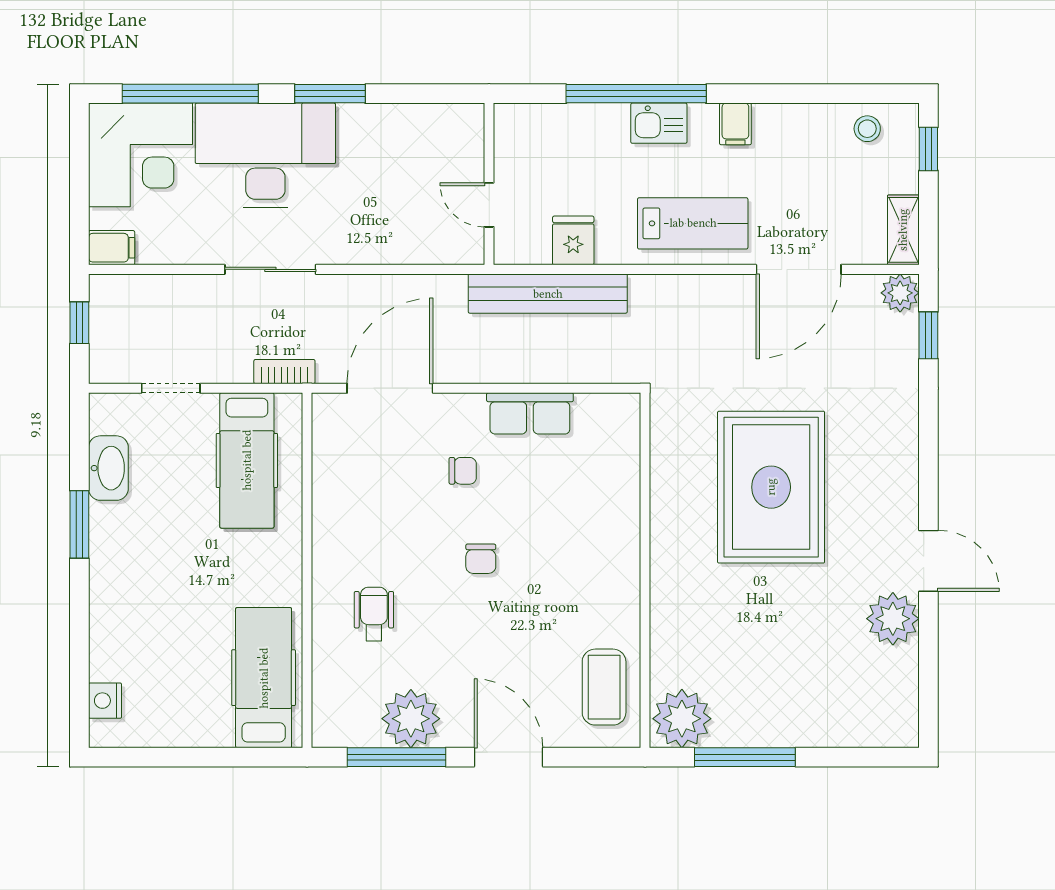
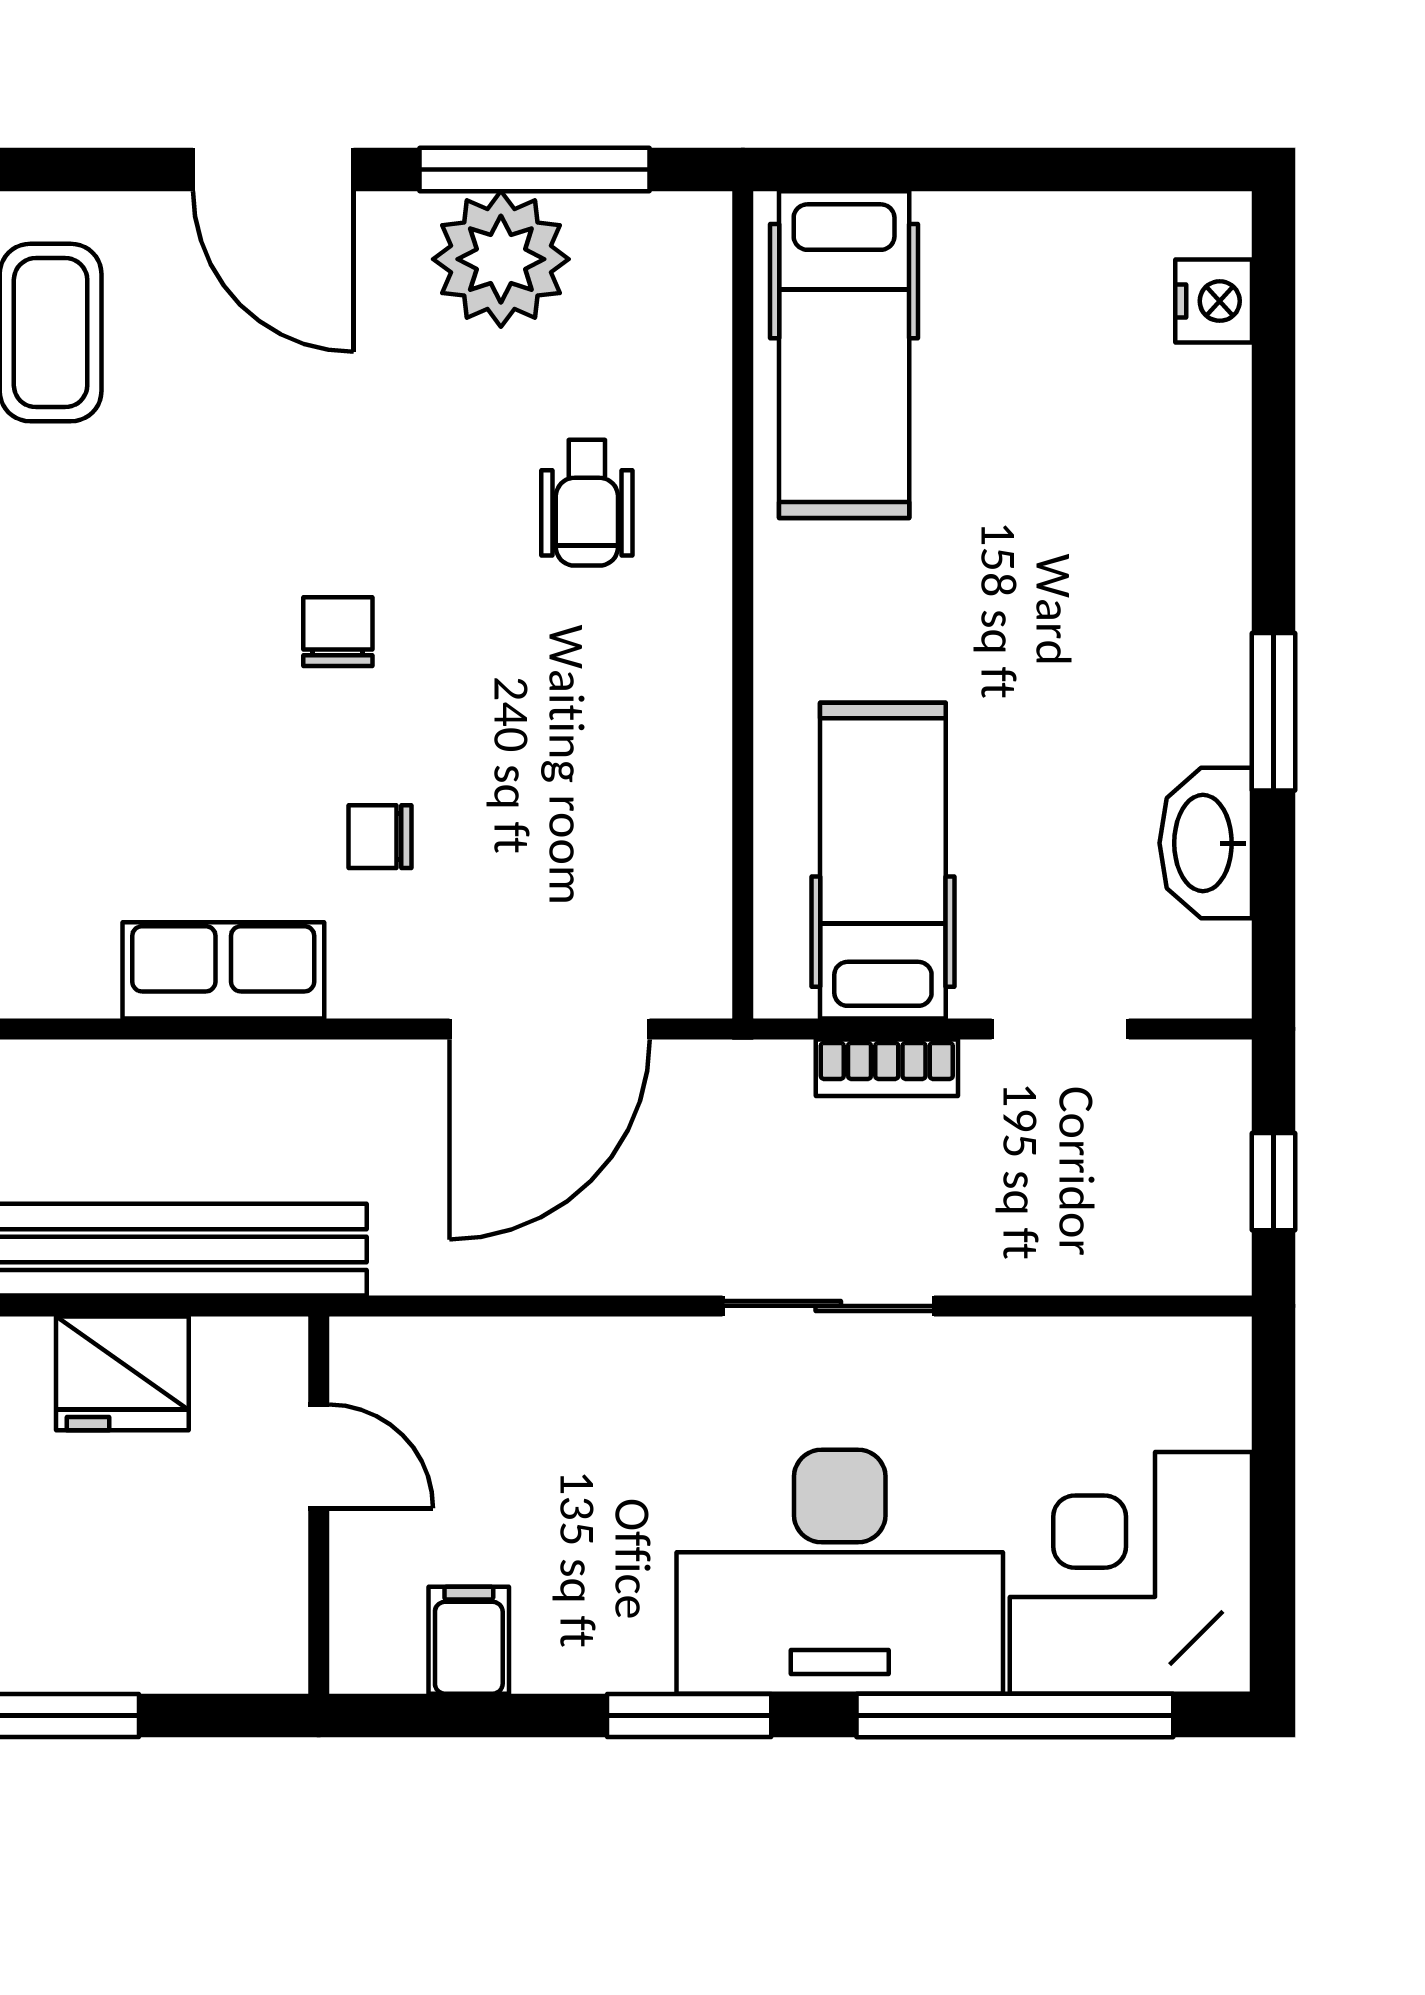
fridge: (573, 240) -> (122, 1373), width x1.38
filing cabinet: (112, 248) -> (469, 1640), moved, turned 90
bookcase: (284, 372) -> (887, 1068), moved

